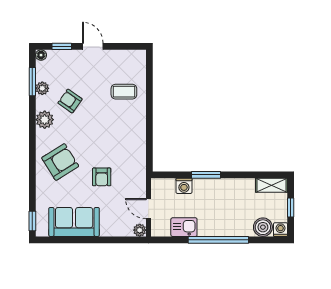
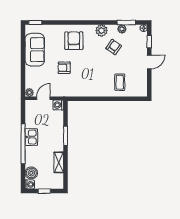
armchair: (60, 162) -> (74, 41), turned -148
shelving: (272, 185) -> (59, 162), moved
washing machine: (184, 186) -> (58, 105), moved
kitchen sink: (184, 227) -> (31, 137), moved

